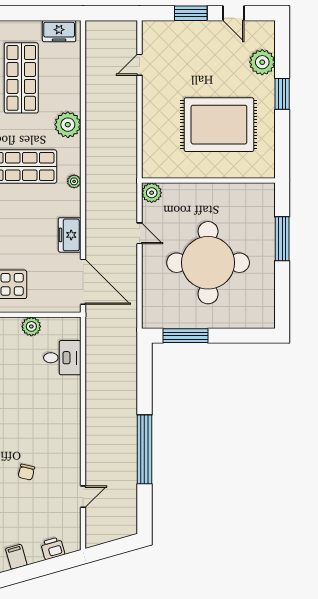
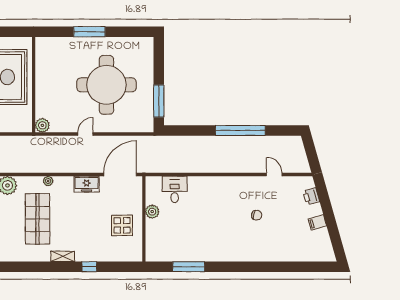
wall: (208, 181) -> (34, 85), moved
plant: (152, 193) -> (42, 125), moved

